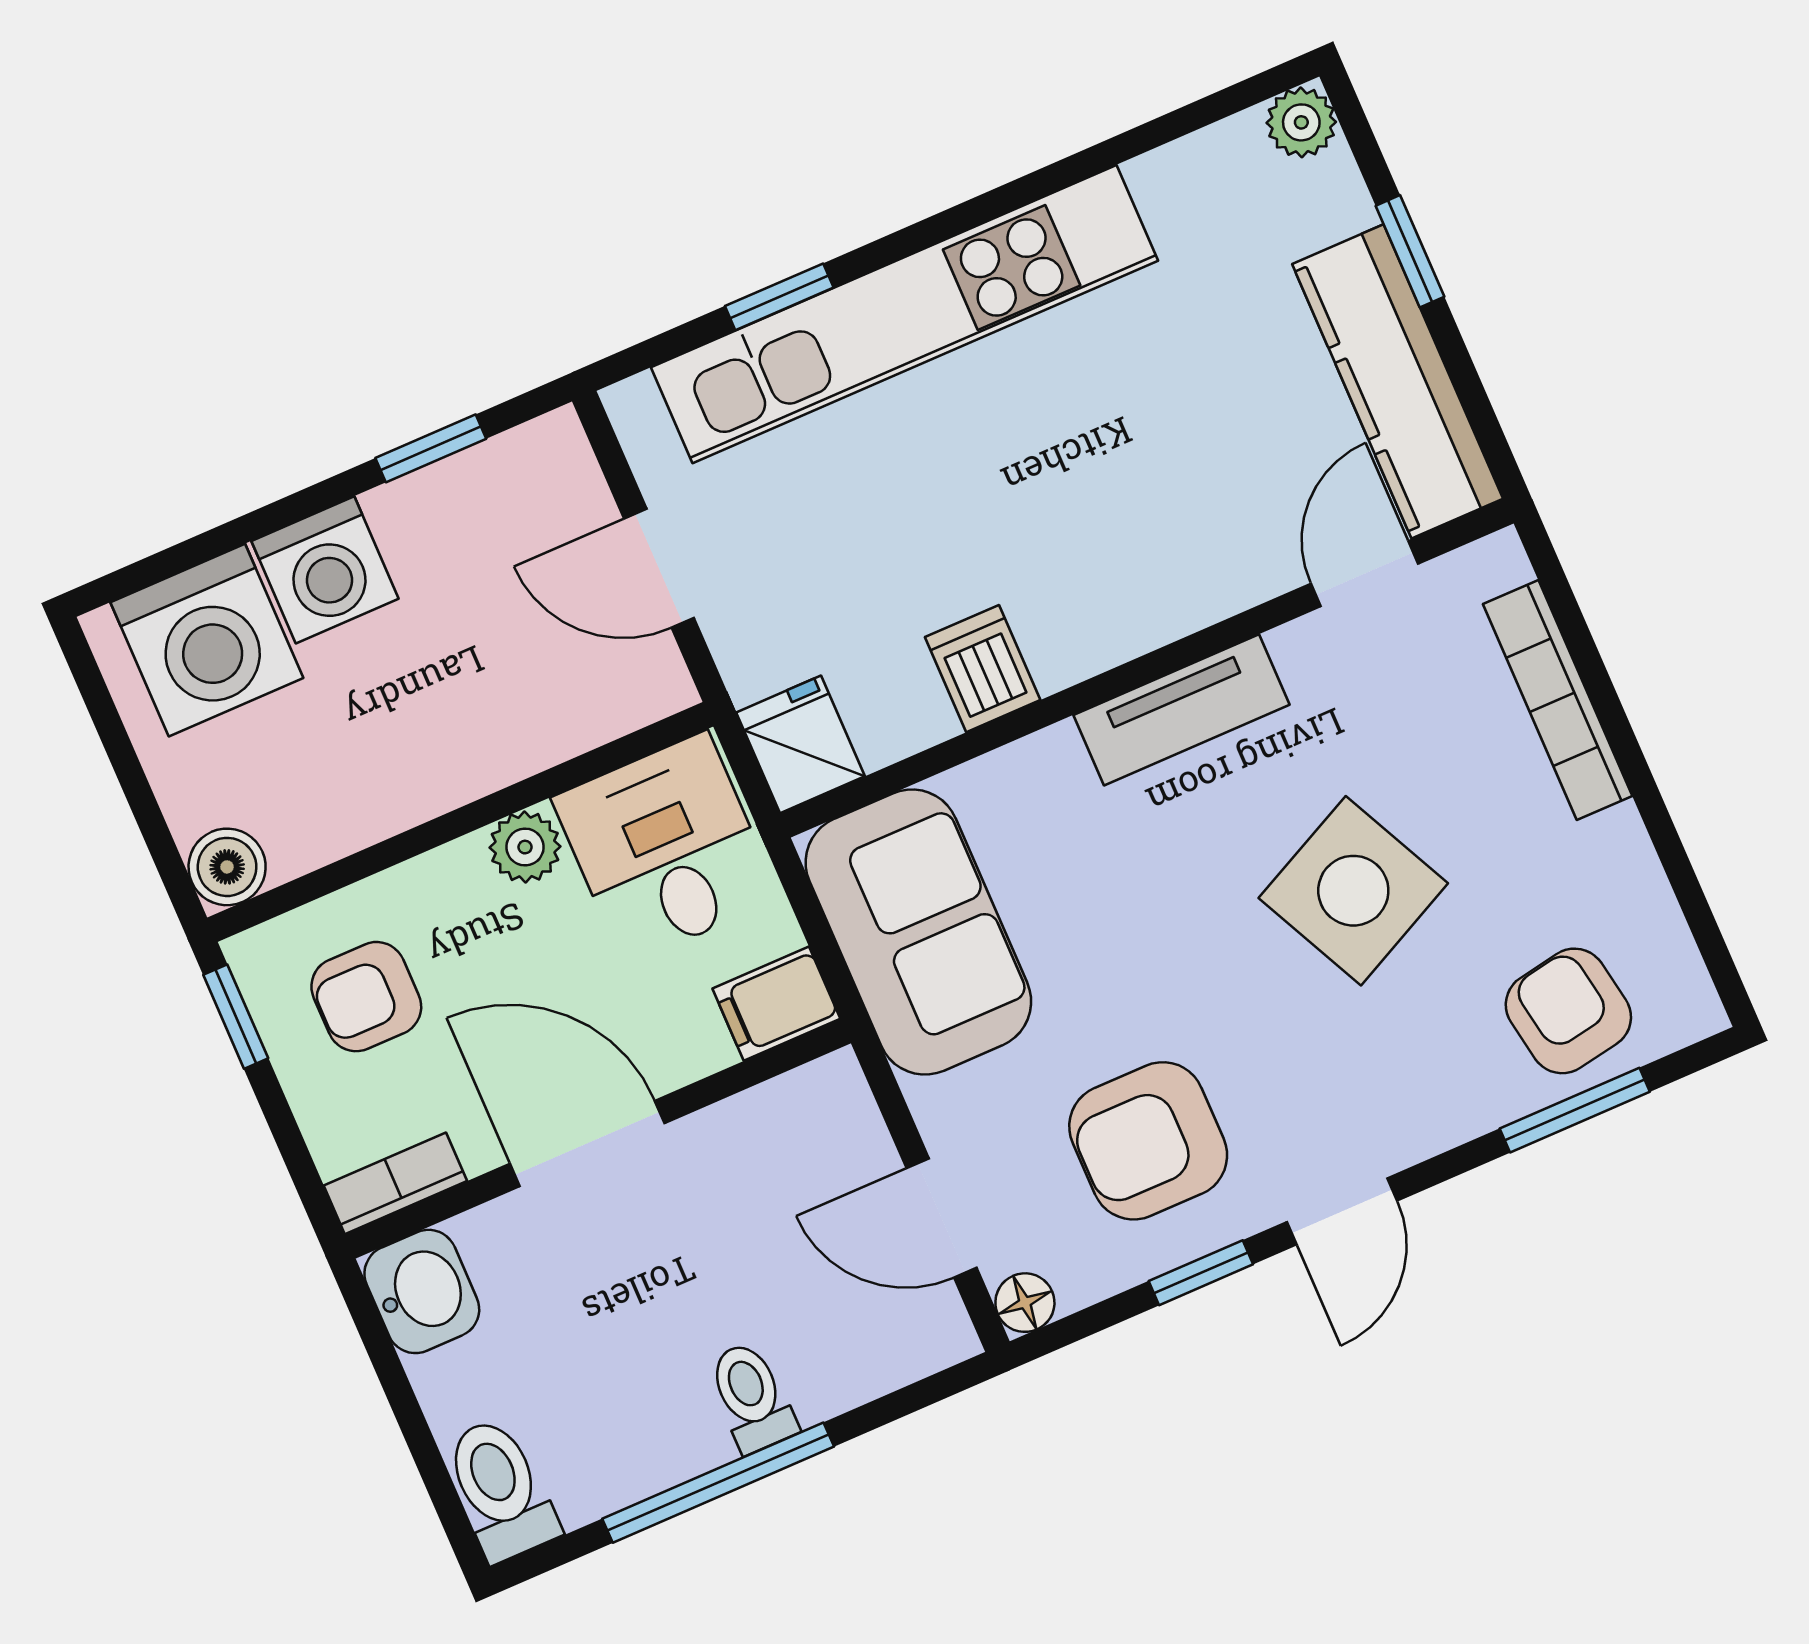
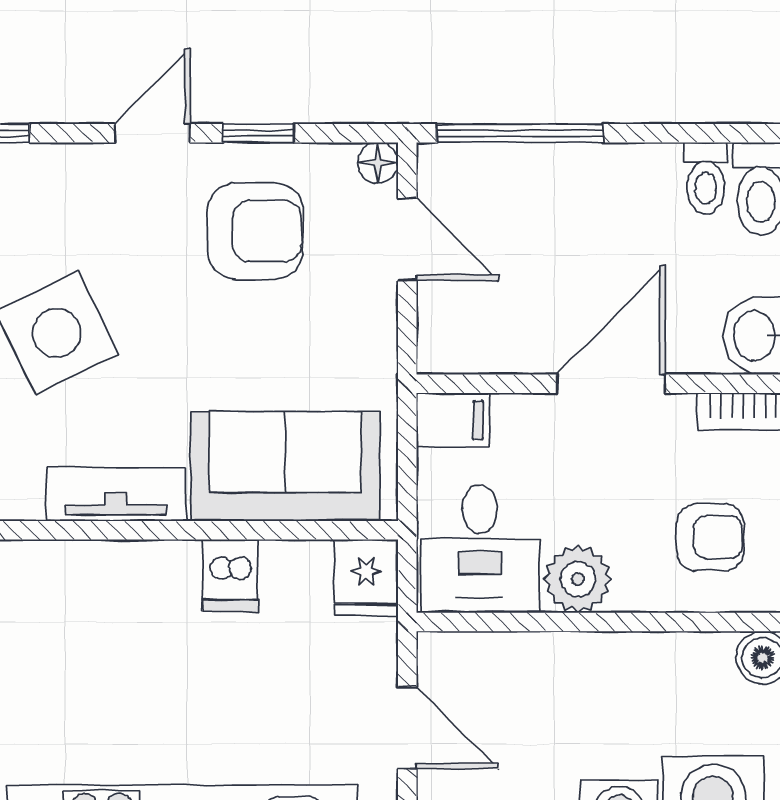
plant: (525, 847) -> (578, 579), width x1.38, depth x1.38
sofa: (918, 932) -> (285, 466), moved, turned 90
door: (587, 1143) -> (611, 384), swing flipped
toilet: (752, 1397) -> (706, 178), moved
window: (718, 1483) -> (520, 133), moved

